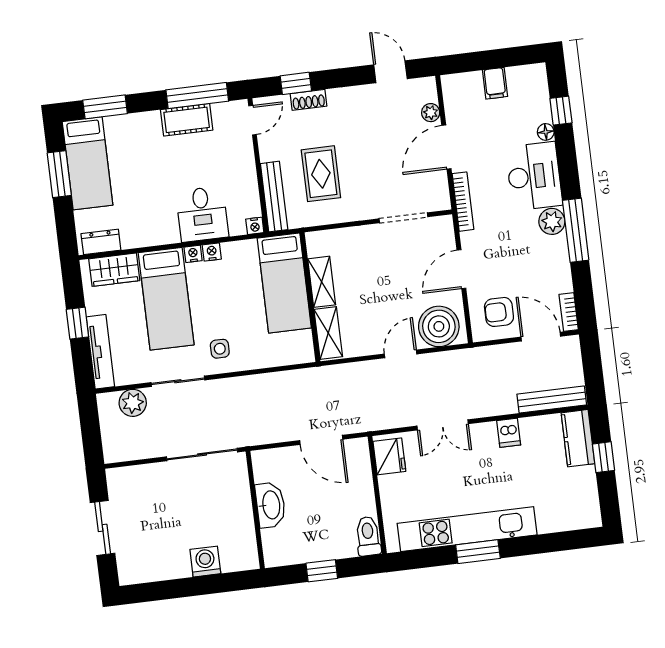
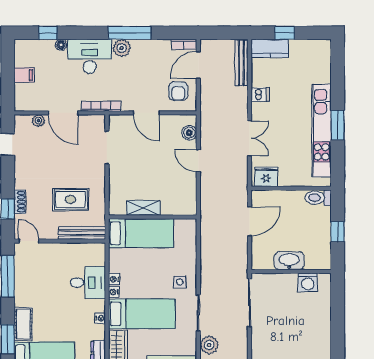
cot: (187, 120) -> (23, 324), moved
nightstand: (255, 226) -> (100, 318), moved
boiler: (439, 326) -> (189, 133), width x0.54, depth x0.54
shelving: (328, 333) -> (178, 208), removed
washing machine: (205, 562) -> (308, 282), moved, turned -90

